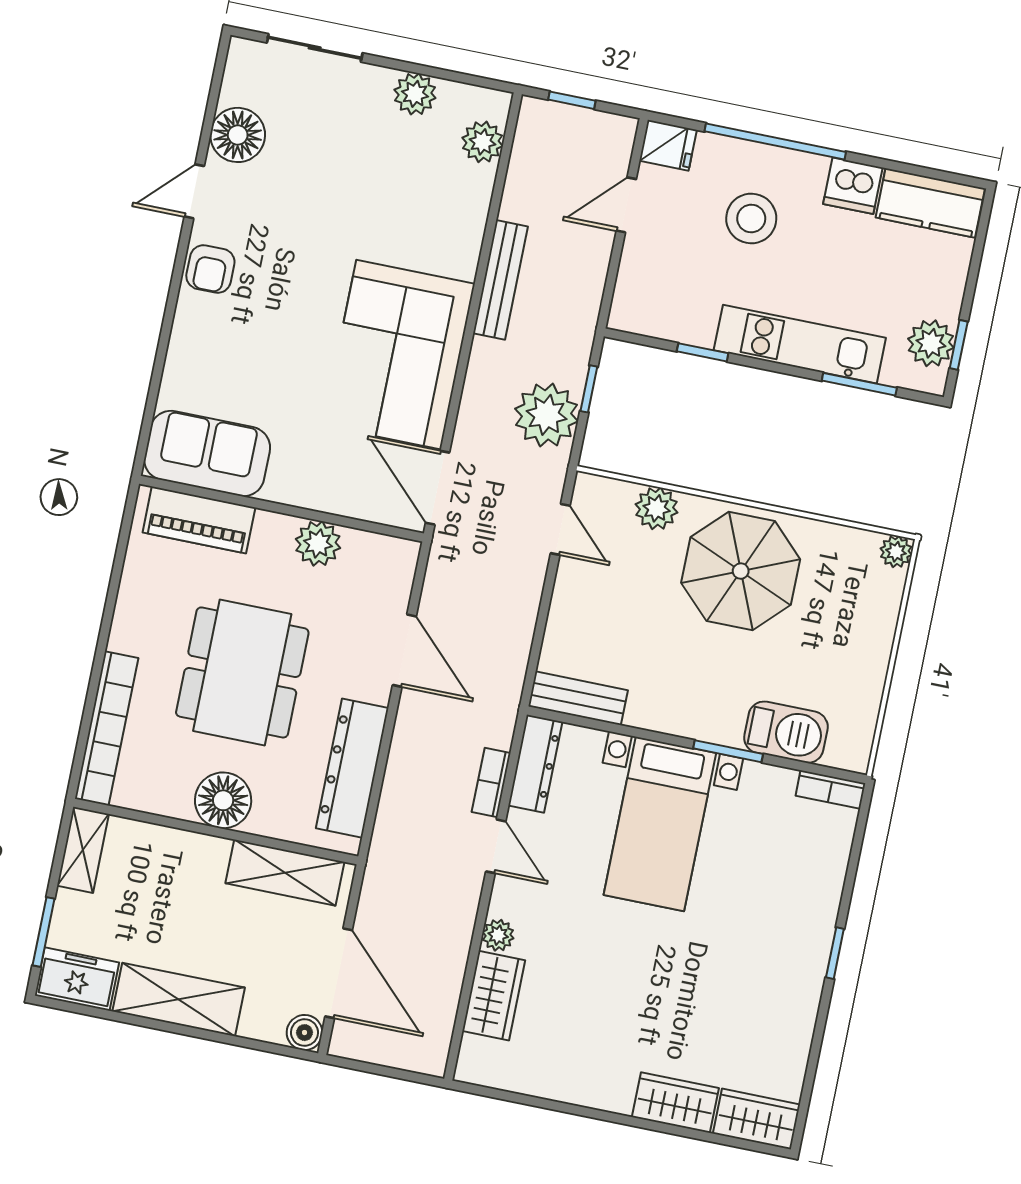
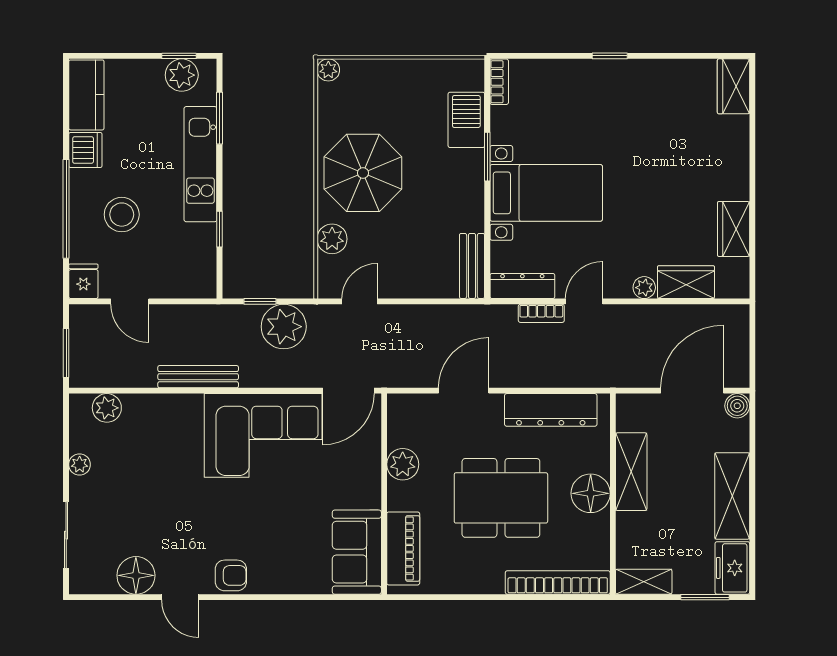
plant: (415, 94) -> (80, 465), width x0.73, depth x0.73
window: (572, 100) -> (66, 353), width x1.50
shelving: (285, 873) -> (631, 472), moved
wardrobe: (675, 1103) -> (734, 229), moved

